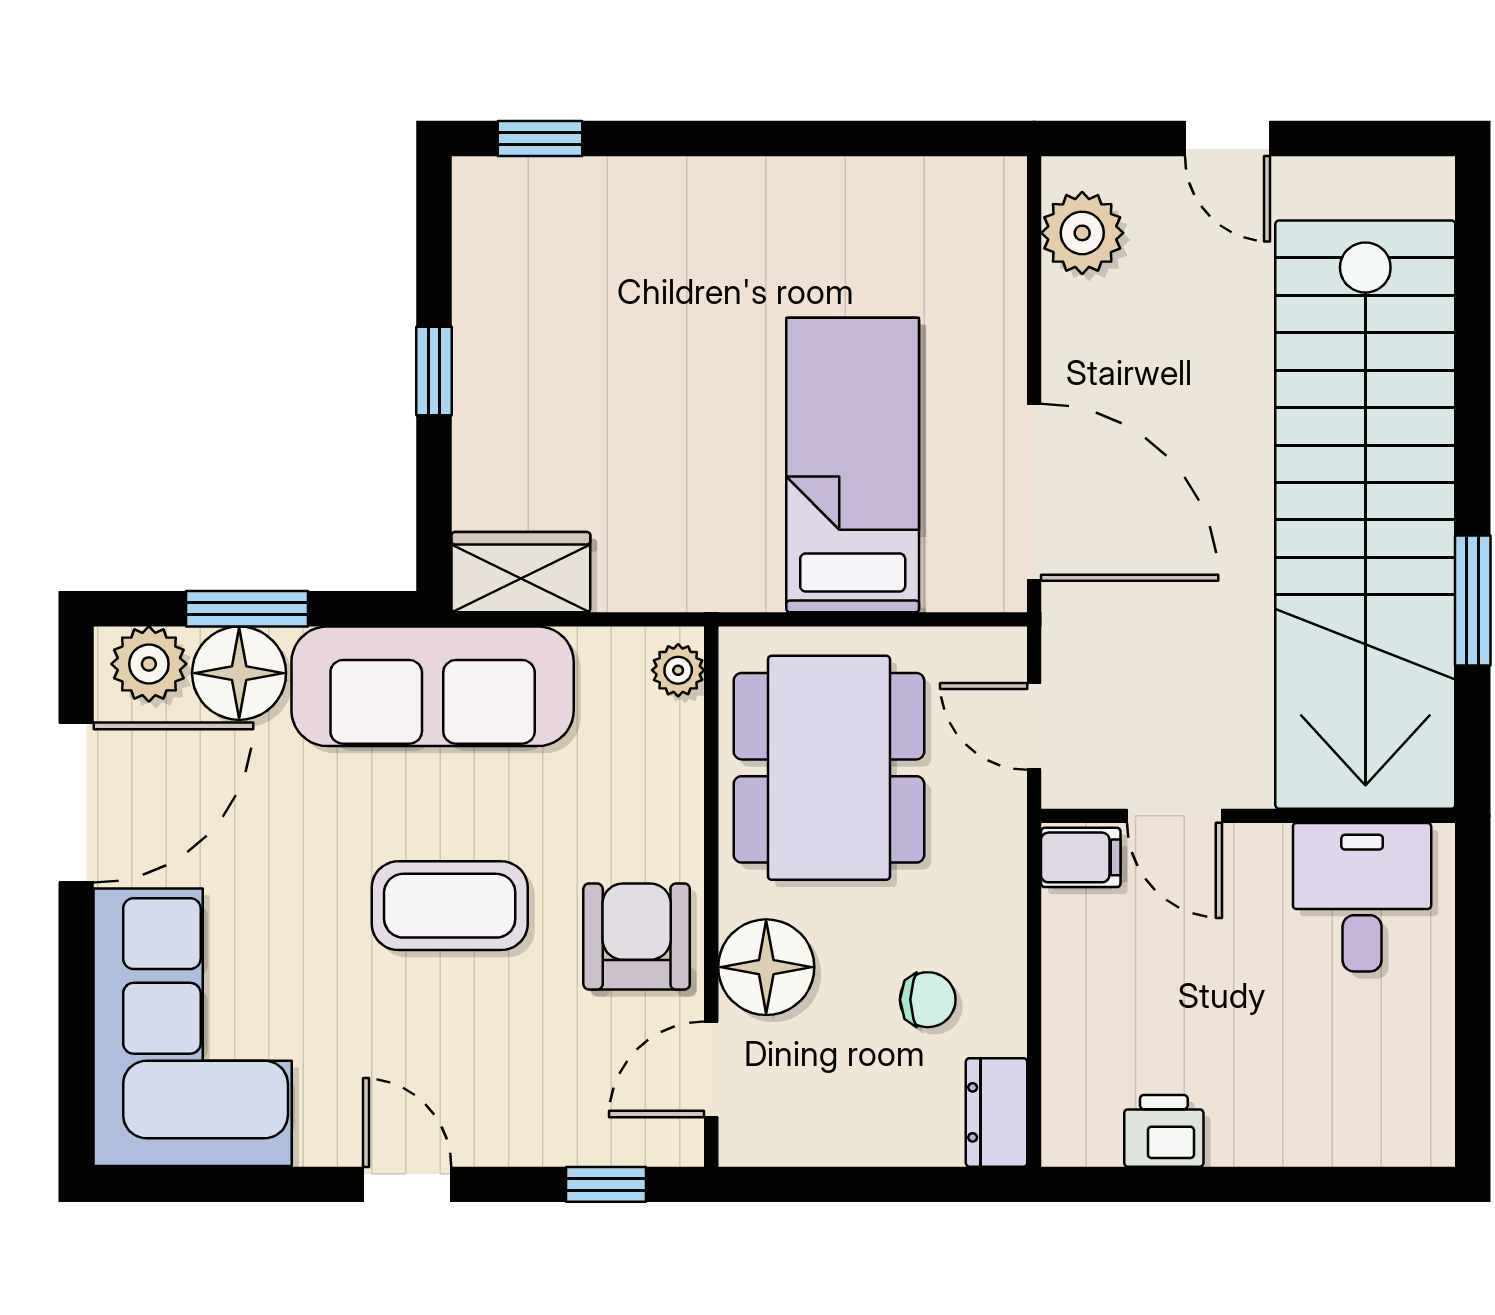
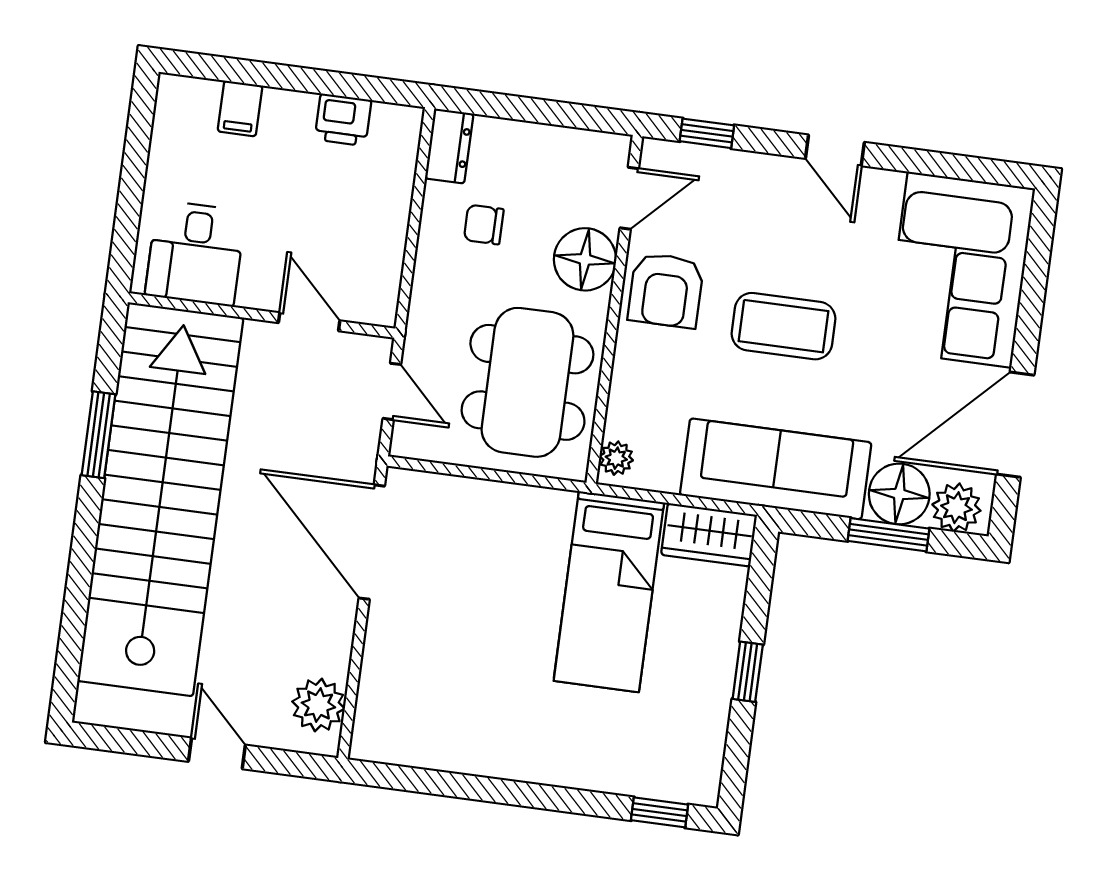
bed: (853, 465) -> (609, 592), moved
filing cabinet: (1081, 857) -> (240, 108), moved, turned -90

